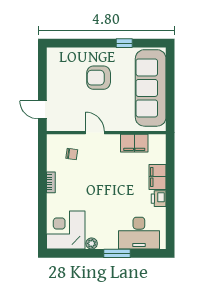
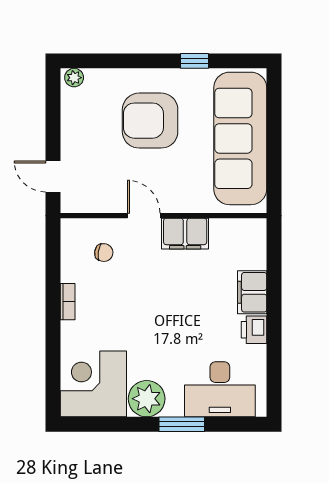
plant: (55, 53) -> (74, 78), added
armchair: (99, 78) -> (150, 121), width x1.36, depth x1.36
filing cabinet: (134, 143) -> (185, 234), moved
plant: (92, 243) -> (147, 399), width x1.88, depth x1.88

